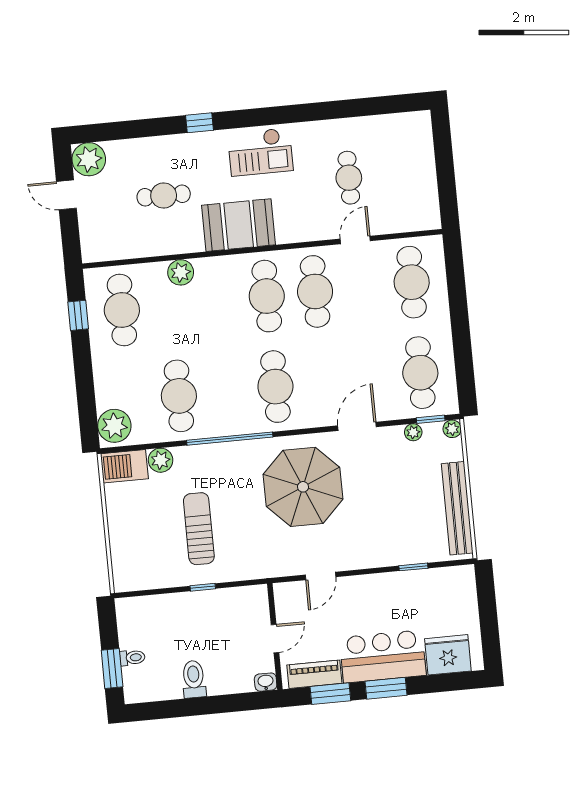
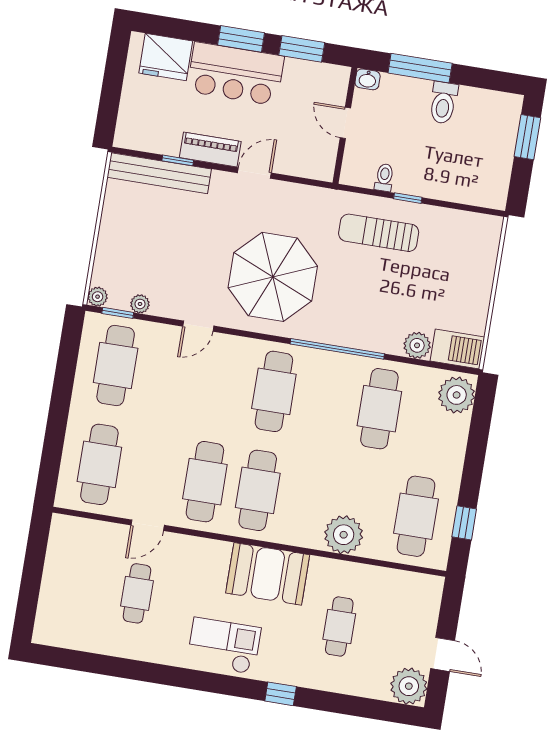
cafe table: (164, 196) -> (339, 627), turned 90
plant: (181, 272) -> (344, 535), width x1.36, depth x1.36
door: (357, 426) -> (198, 326), width x0.73
bench: (457, 508) -> (159, 173), moved, turned 90
sun lounger: (199, 529) -> (379, 233), moved, turned 90
door: (321, 576) -> (254, 173), moved
door: (275, 639) -> (345, 123), hinge flipped
toilet: (132, 658) -> (384, 178), moved, turned 90
piano: (314, 674) -> (210, 149), moved, turned 180
window: (222, 704) -> (420, 68), added

